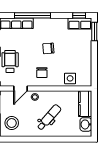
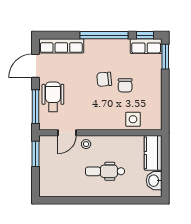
window: (33, 15) -> (104, 35), moved
chair: (42, 73) -> (125, 85), moved
dental chair: (49, 117) -> (105, 171), turned -131
stool: (12, 123) -> (55, 179), removed

